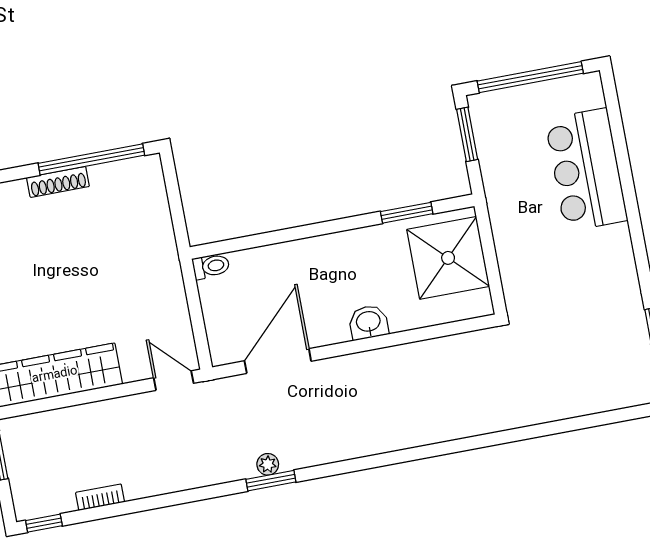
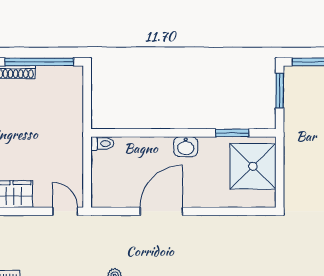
washbasin: (368, 322) -> (186, 147), moved, turned 180
door: (278, 361) -> (161, 211), moved

